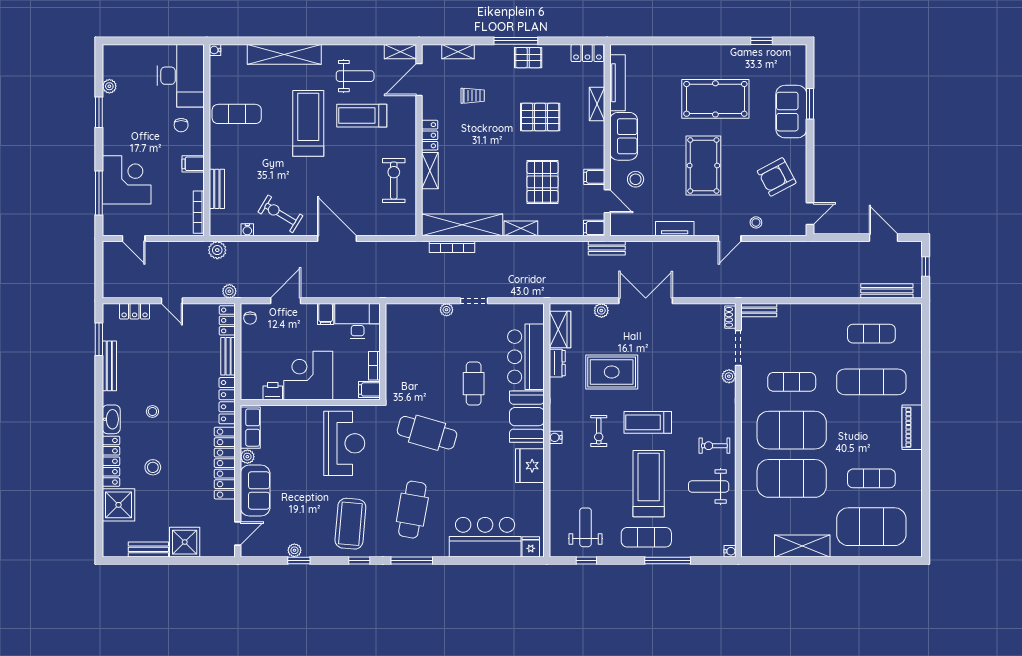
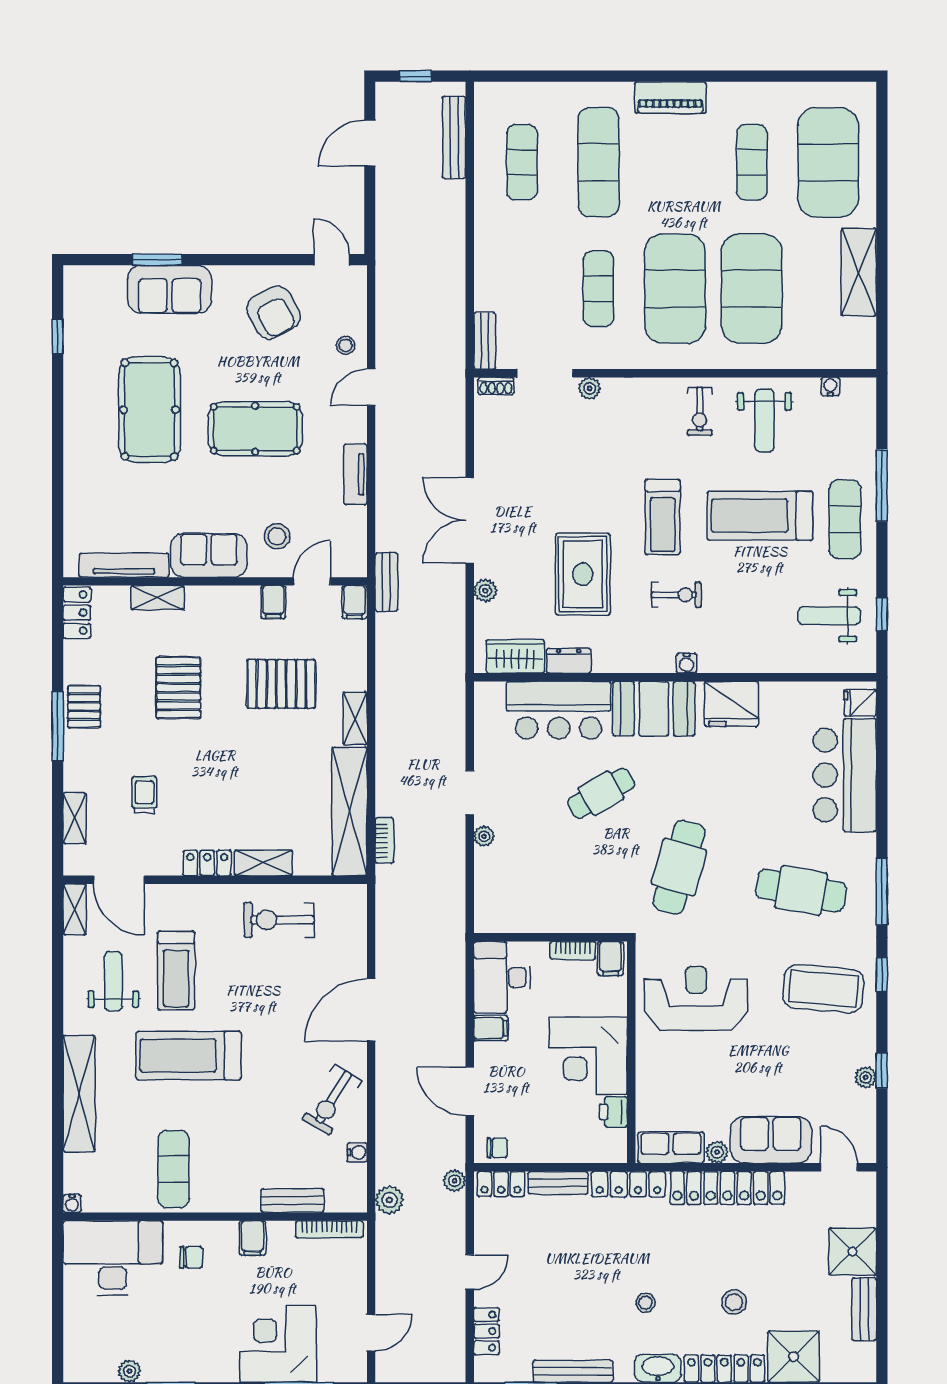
door: (730, 239) -> (371, 387), swing flipped
bookcase: (452, 247) -> (384, 840), width x0.64
cafe table: (474, 384) -> (601, 793), turned -30
water cooler: (730, 551) -> (830, 387), moved

